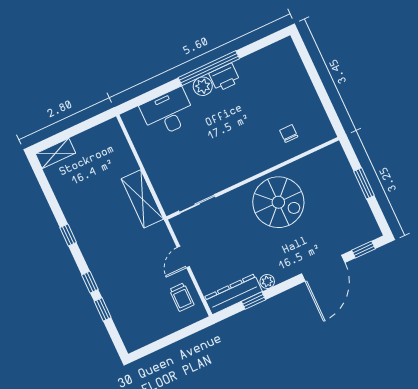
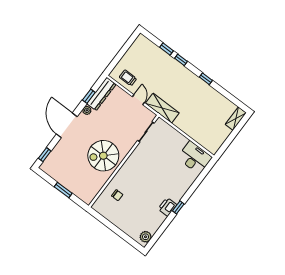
window: (209, 68) -> (178, 207), width x0.32
plant: (203, 86) -> (146, 237), moved
desk: (168, 113) -> (195, 158), moved, turned -90
shelving: (142, 199) -> (162, 108), moved
door: (323, 268) -> (67, 125), moved

